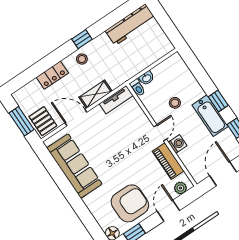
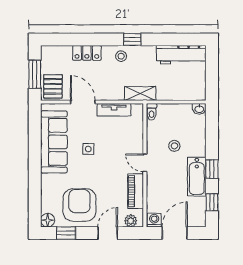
washbasin: (147, 78) -> (199, 109), moved
shelving: (96, 94) -> (140, 93), moved
tv unit: (116, 100) -> (114, 110), moved
door: (160, 133) -> (145, 163), swing flipped
washing machine: (178, 144) -> (154, 220), moved, turned -90
side table: (106, 153) -> (88, 149), added
armchair: (130, 203) -> (79, 205), turned -90

